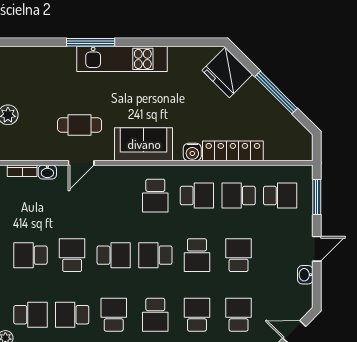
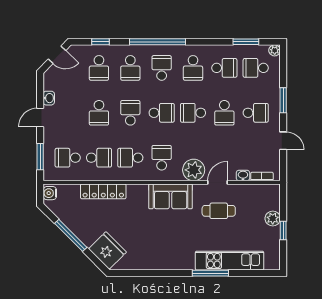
kitchen unit: (122, 59) -> (230, 261), moved
water cooler: (192, 152) -> (50, 193), moved, turned -90
plant: (113, 179) -> (194, 170), added

